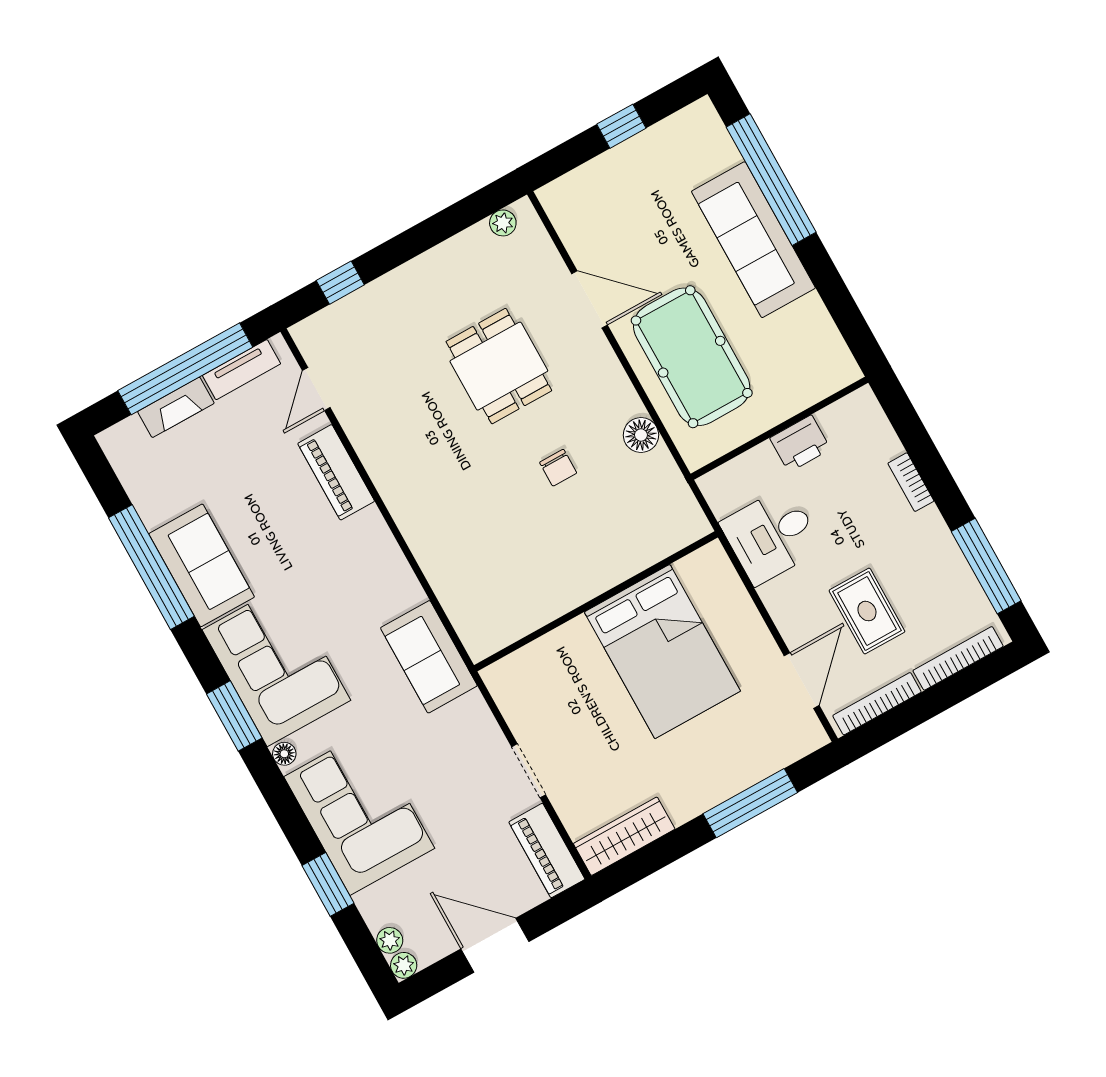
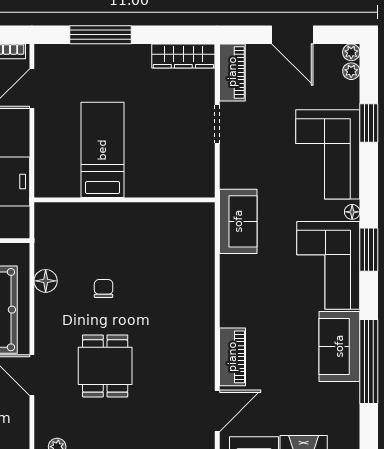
door: (316, 389) -> (217, 411), width x1.38
bed: (662, 651) -> (102, 150), width x0.67

